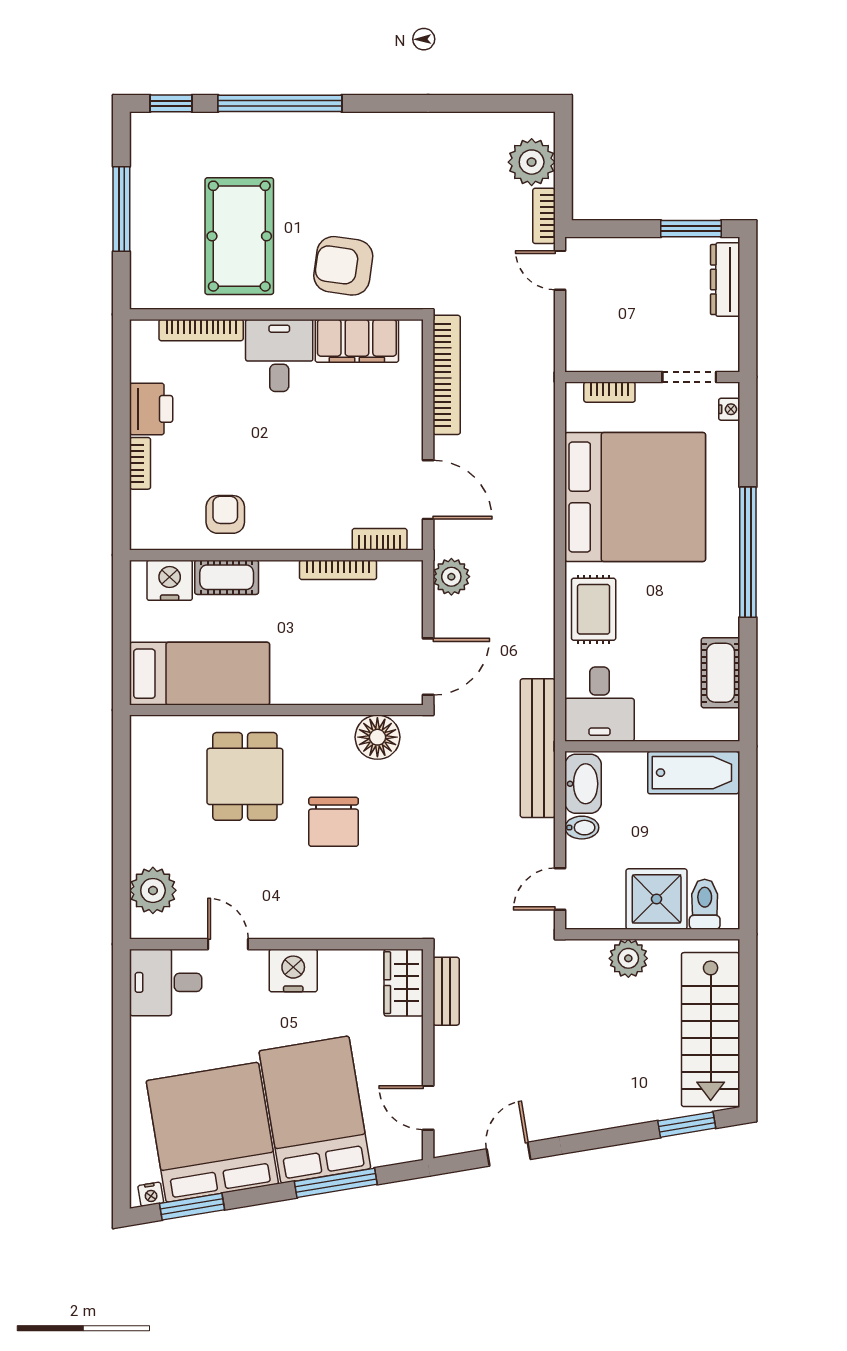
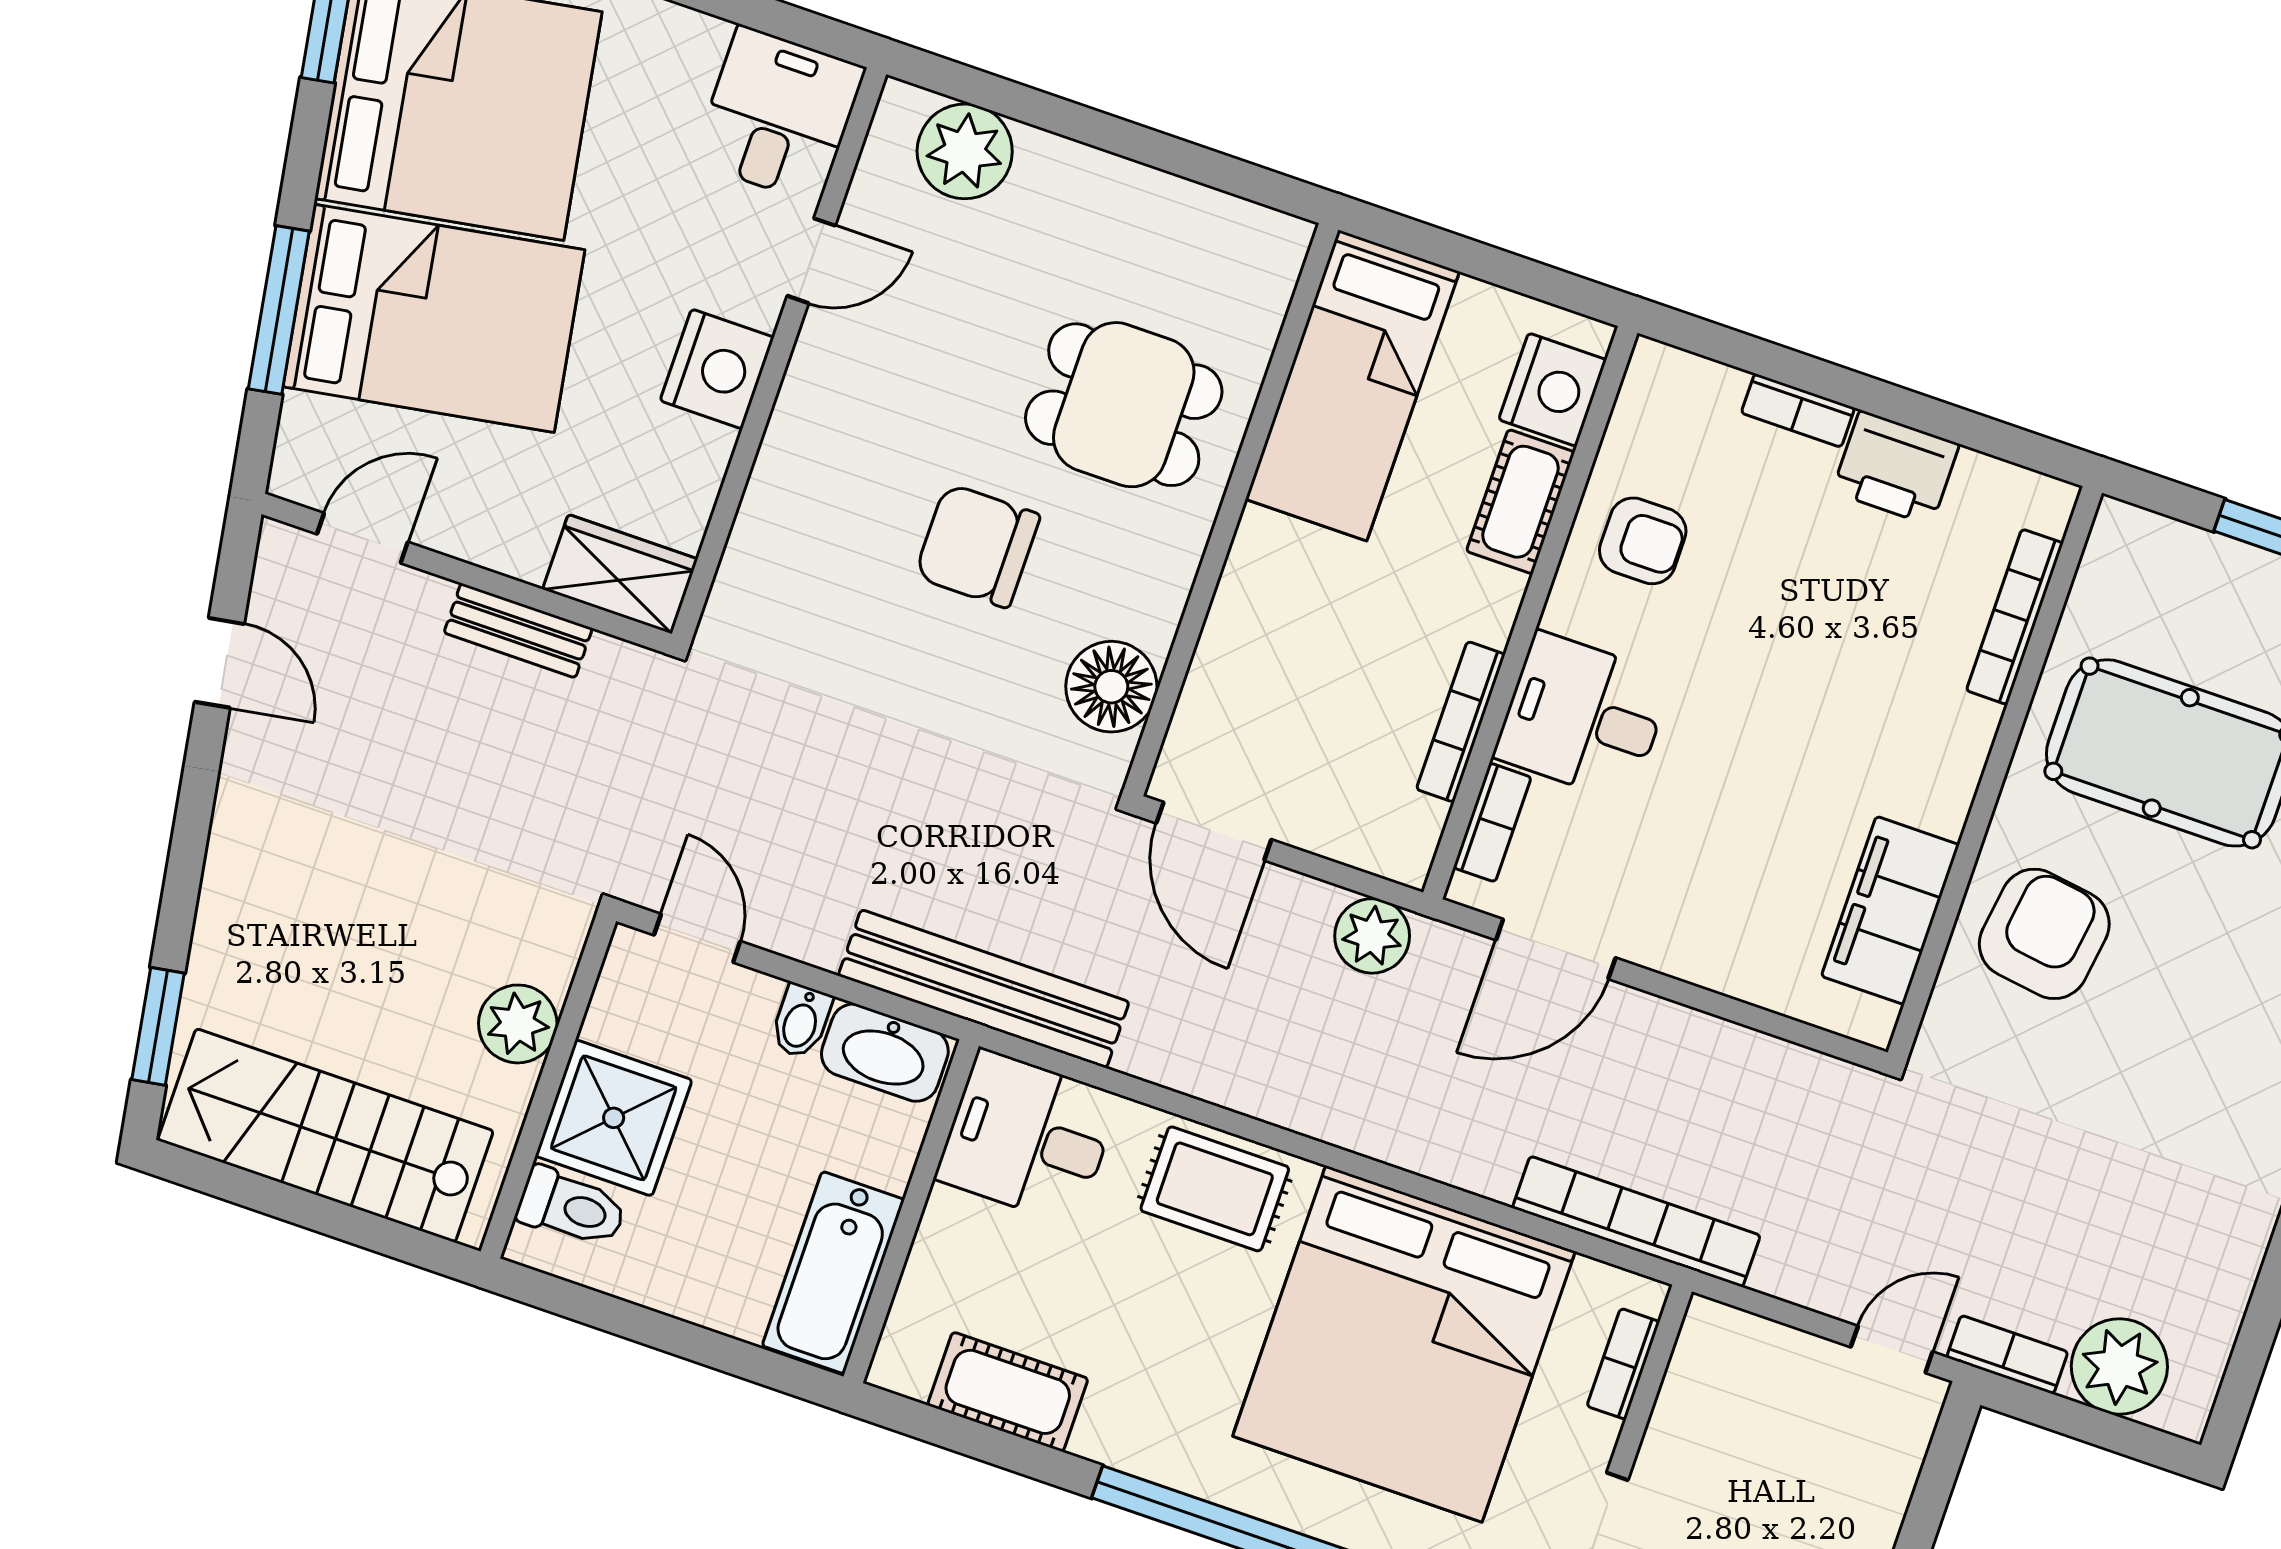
desk: (279, 355) -> (1583, 717), moved, turned 180
bookcase: (447, 375) -> (1636, 1222), moved, turned 180
bench: (446, 991) -> (518, 631), moved

